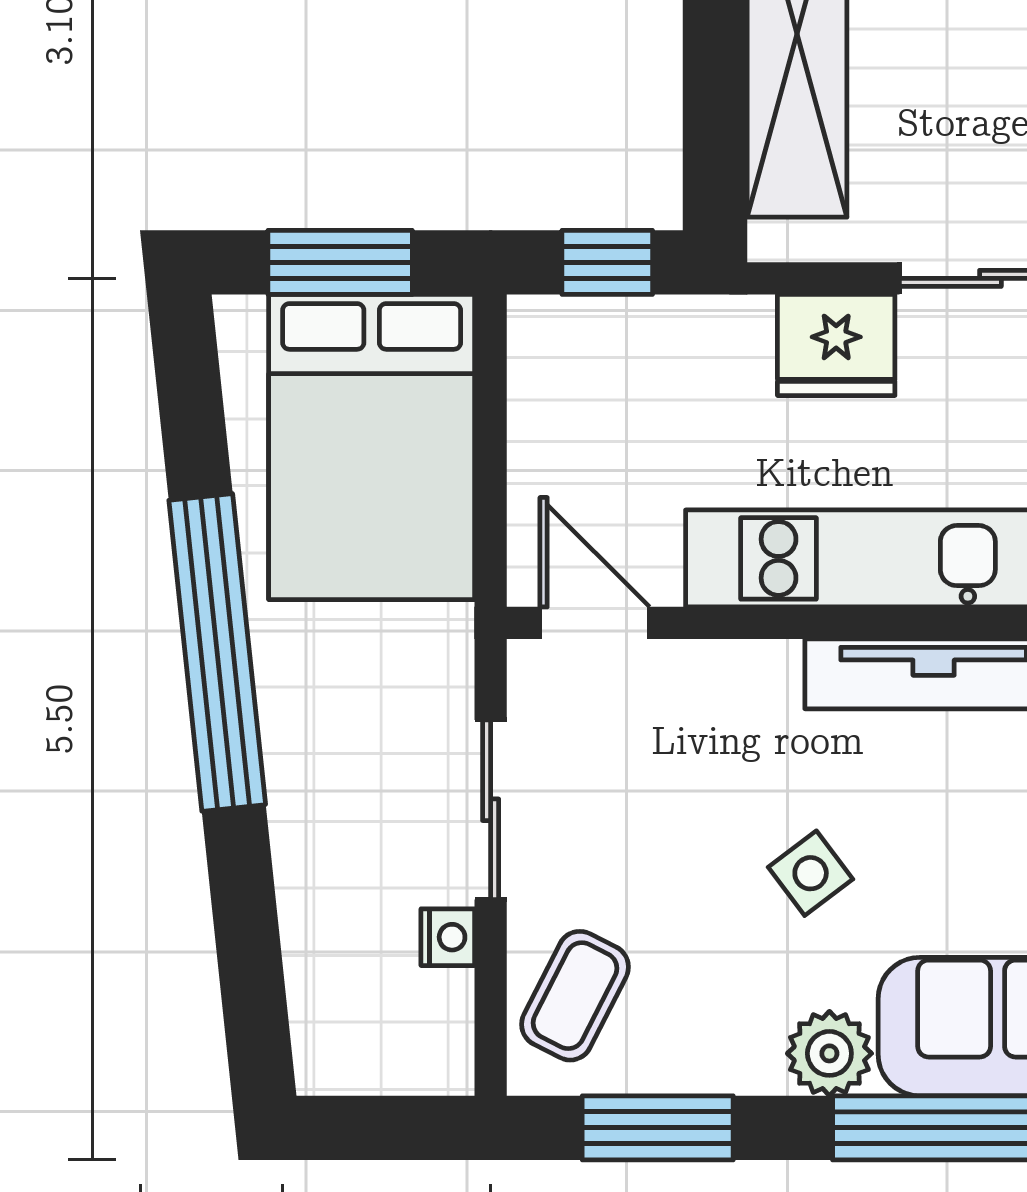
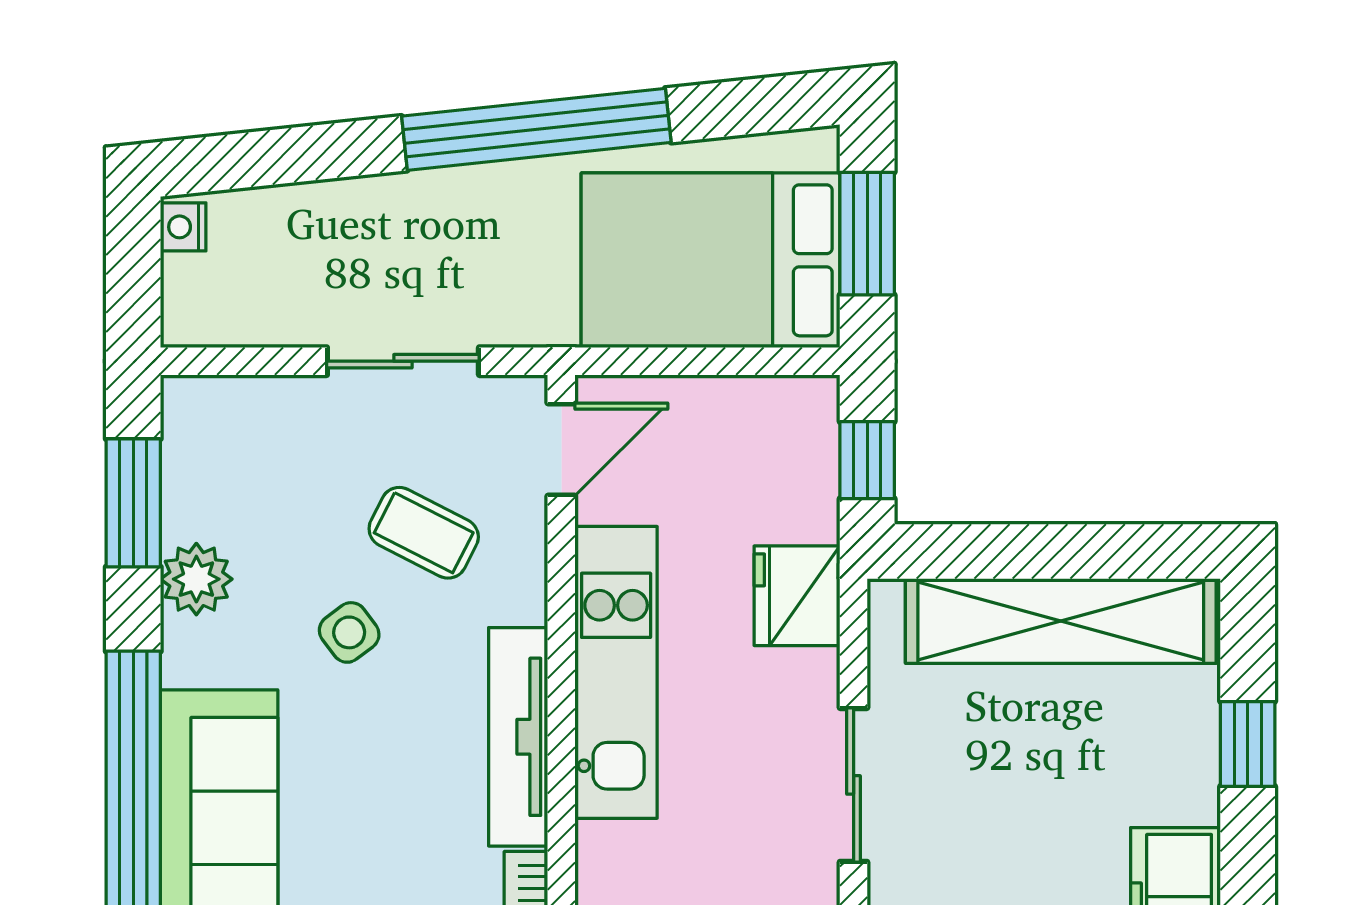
fridge: (836, 345) -> (797, 596), moved
nightstand: (448, 937) -> (183, 227), moved, turned 90
coffee table: (575, 996) -> (424, 533), moved
plant: (829, 1053) -> (196, 579), moved

